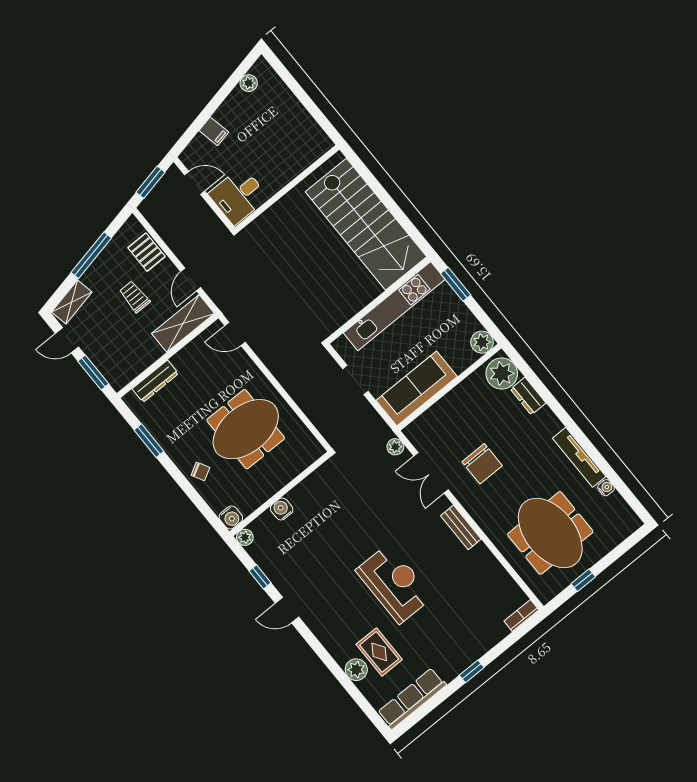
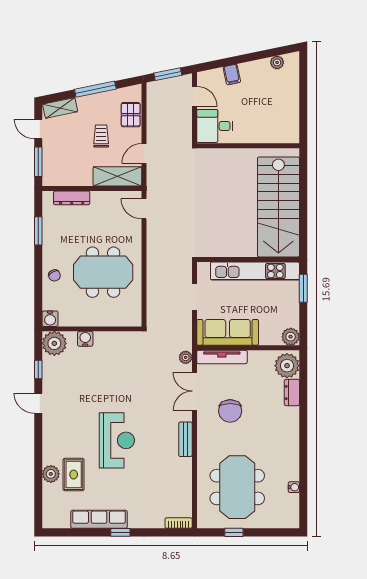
tv unit: (579, 457) -> (222, 357), moved, turned -90
plant: (245, 537) -> (54, 343), width x1.88, depth x1.88
row of seats: (412, 699) -> (99, 519), moved

